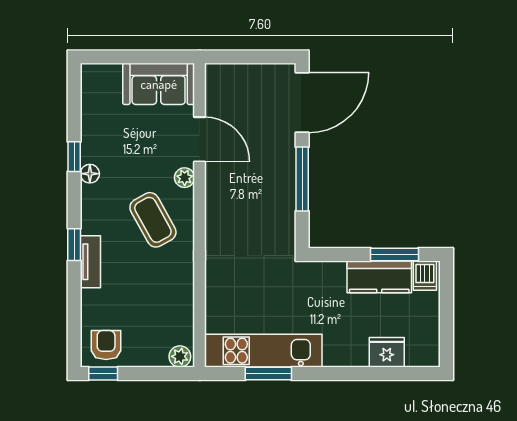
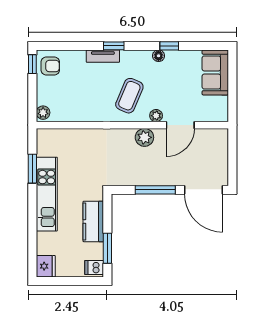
sofa: (159, 84) -> (215, 72), moved
plant: (219, 196) -> (144, 137), added
coffee table: (153, 220) -> (129, 96), turned -38
kitchen counter: (379, 277) -> (93, 221), moved
kitchen unit: (263, 351) -> (47, 194), moved
fridge: (387, 352) -> (46, 266), moved

